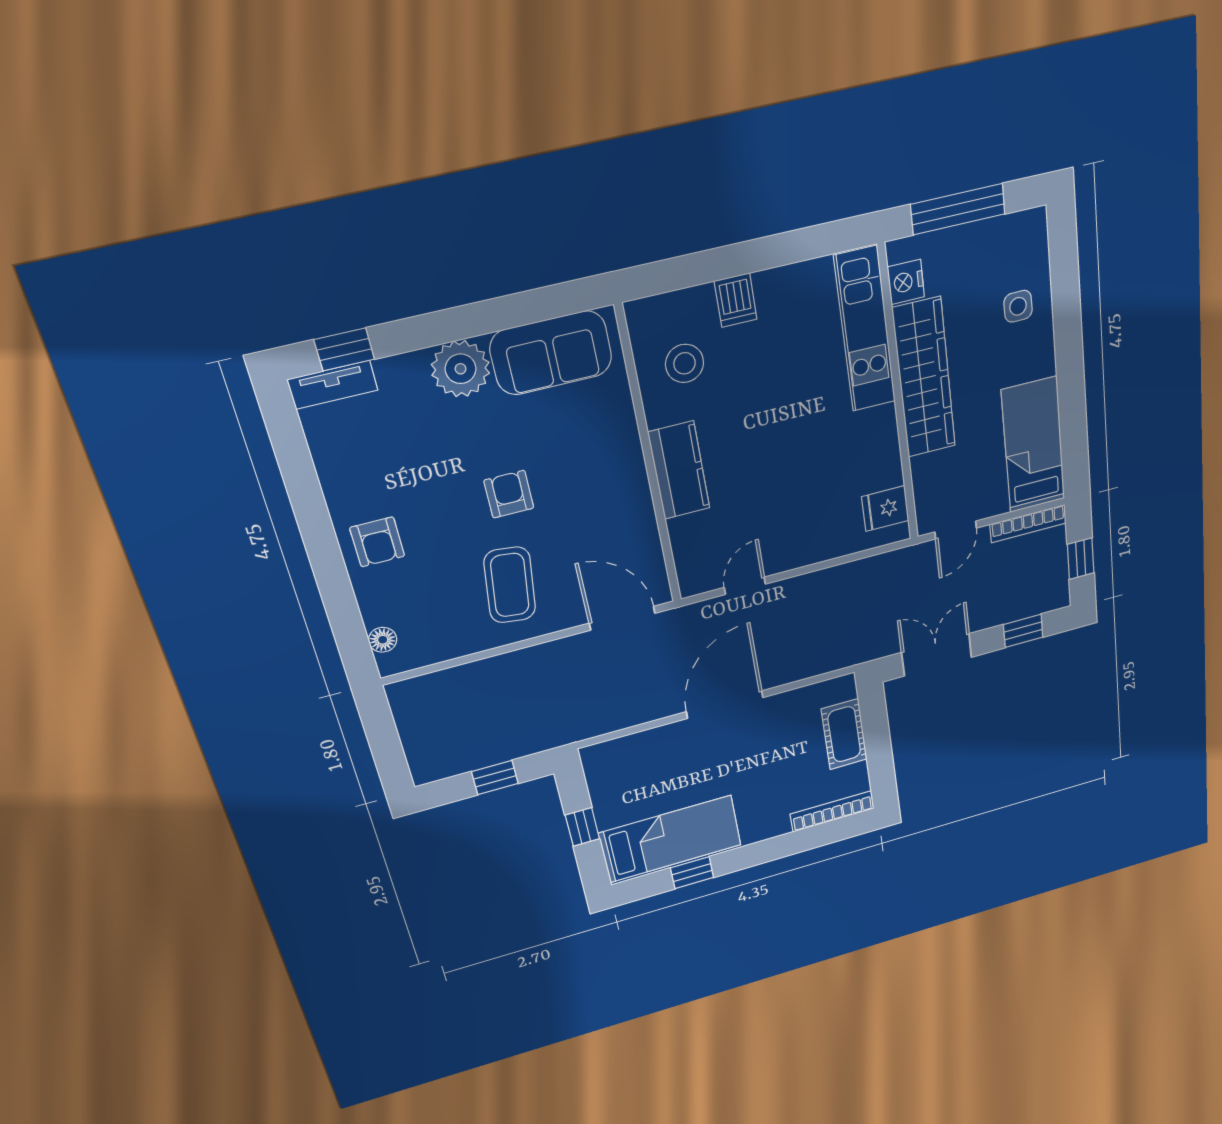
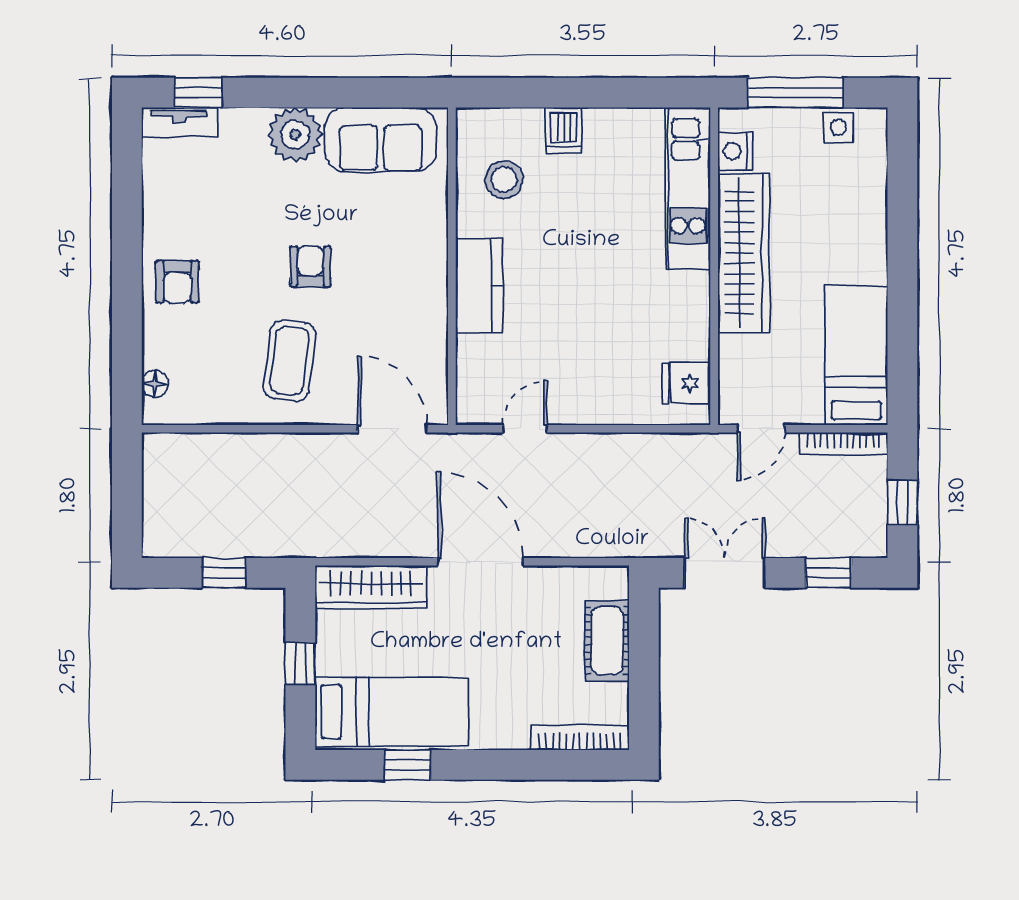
side table: (1018, 306) -> (838, 127), moved
door: (725, 705) -> (480, 562), hinge flipped
wardrobe: (631, 751) -> (371, 587), added

